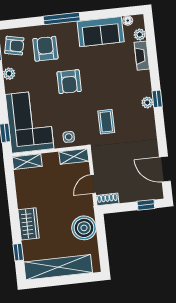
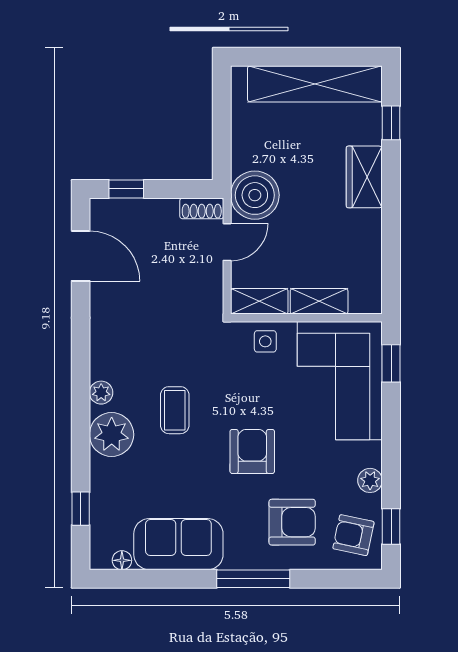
plant: (140, 35) -> (112, 435), moved, width x1.87, depth x1.87
armchair: (45, 49) -> (292, 522), turned -90
fireplace: (142, 56) -> (102, 487), removed
window: (157, 99) -> (81, 509), moved
coffee table: (106, 122) -> (175, 410), moved
shelving: (27, 162) -> (319, 301), moved
boiler: (84, 228) -> (255, 195), moved

